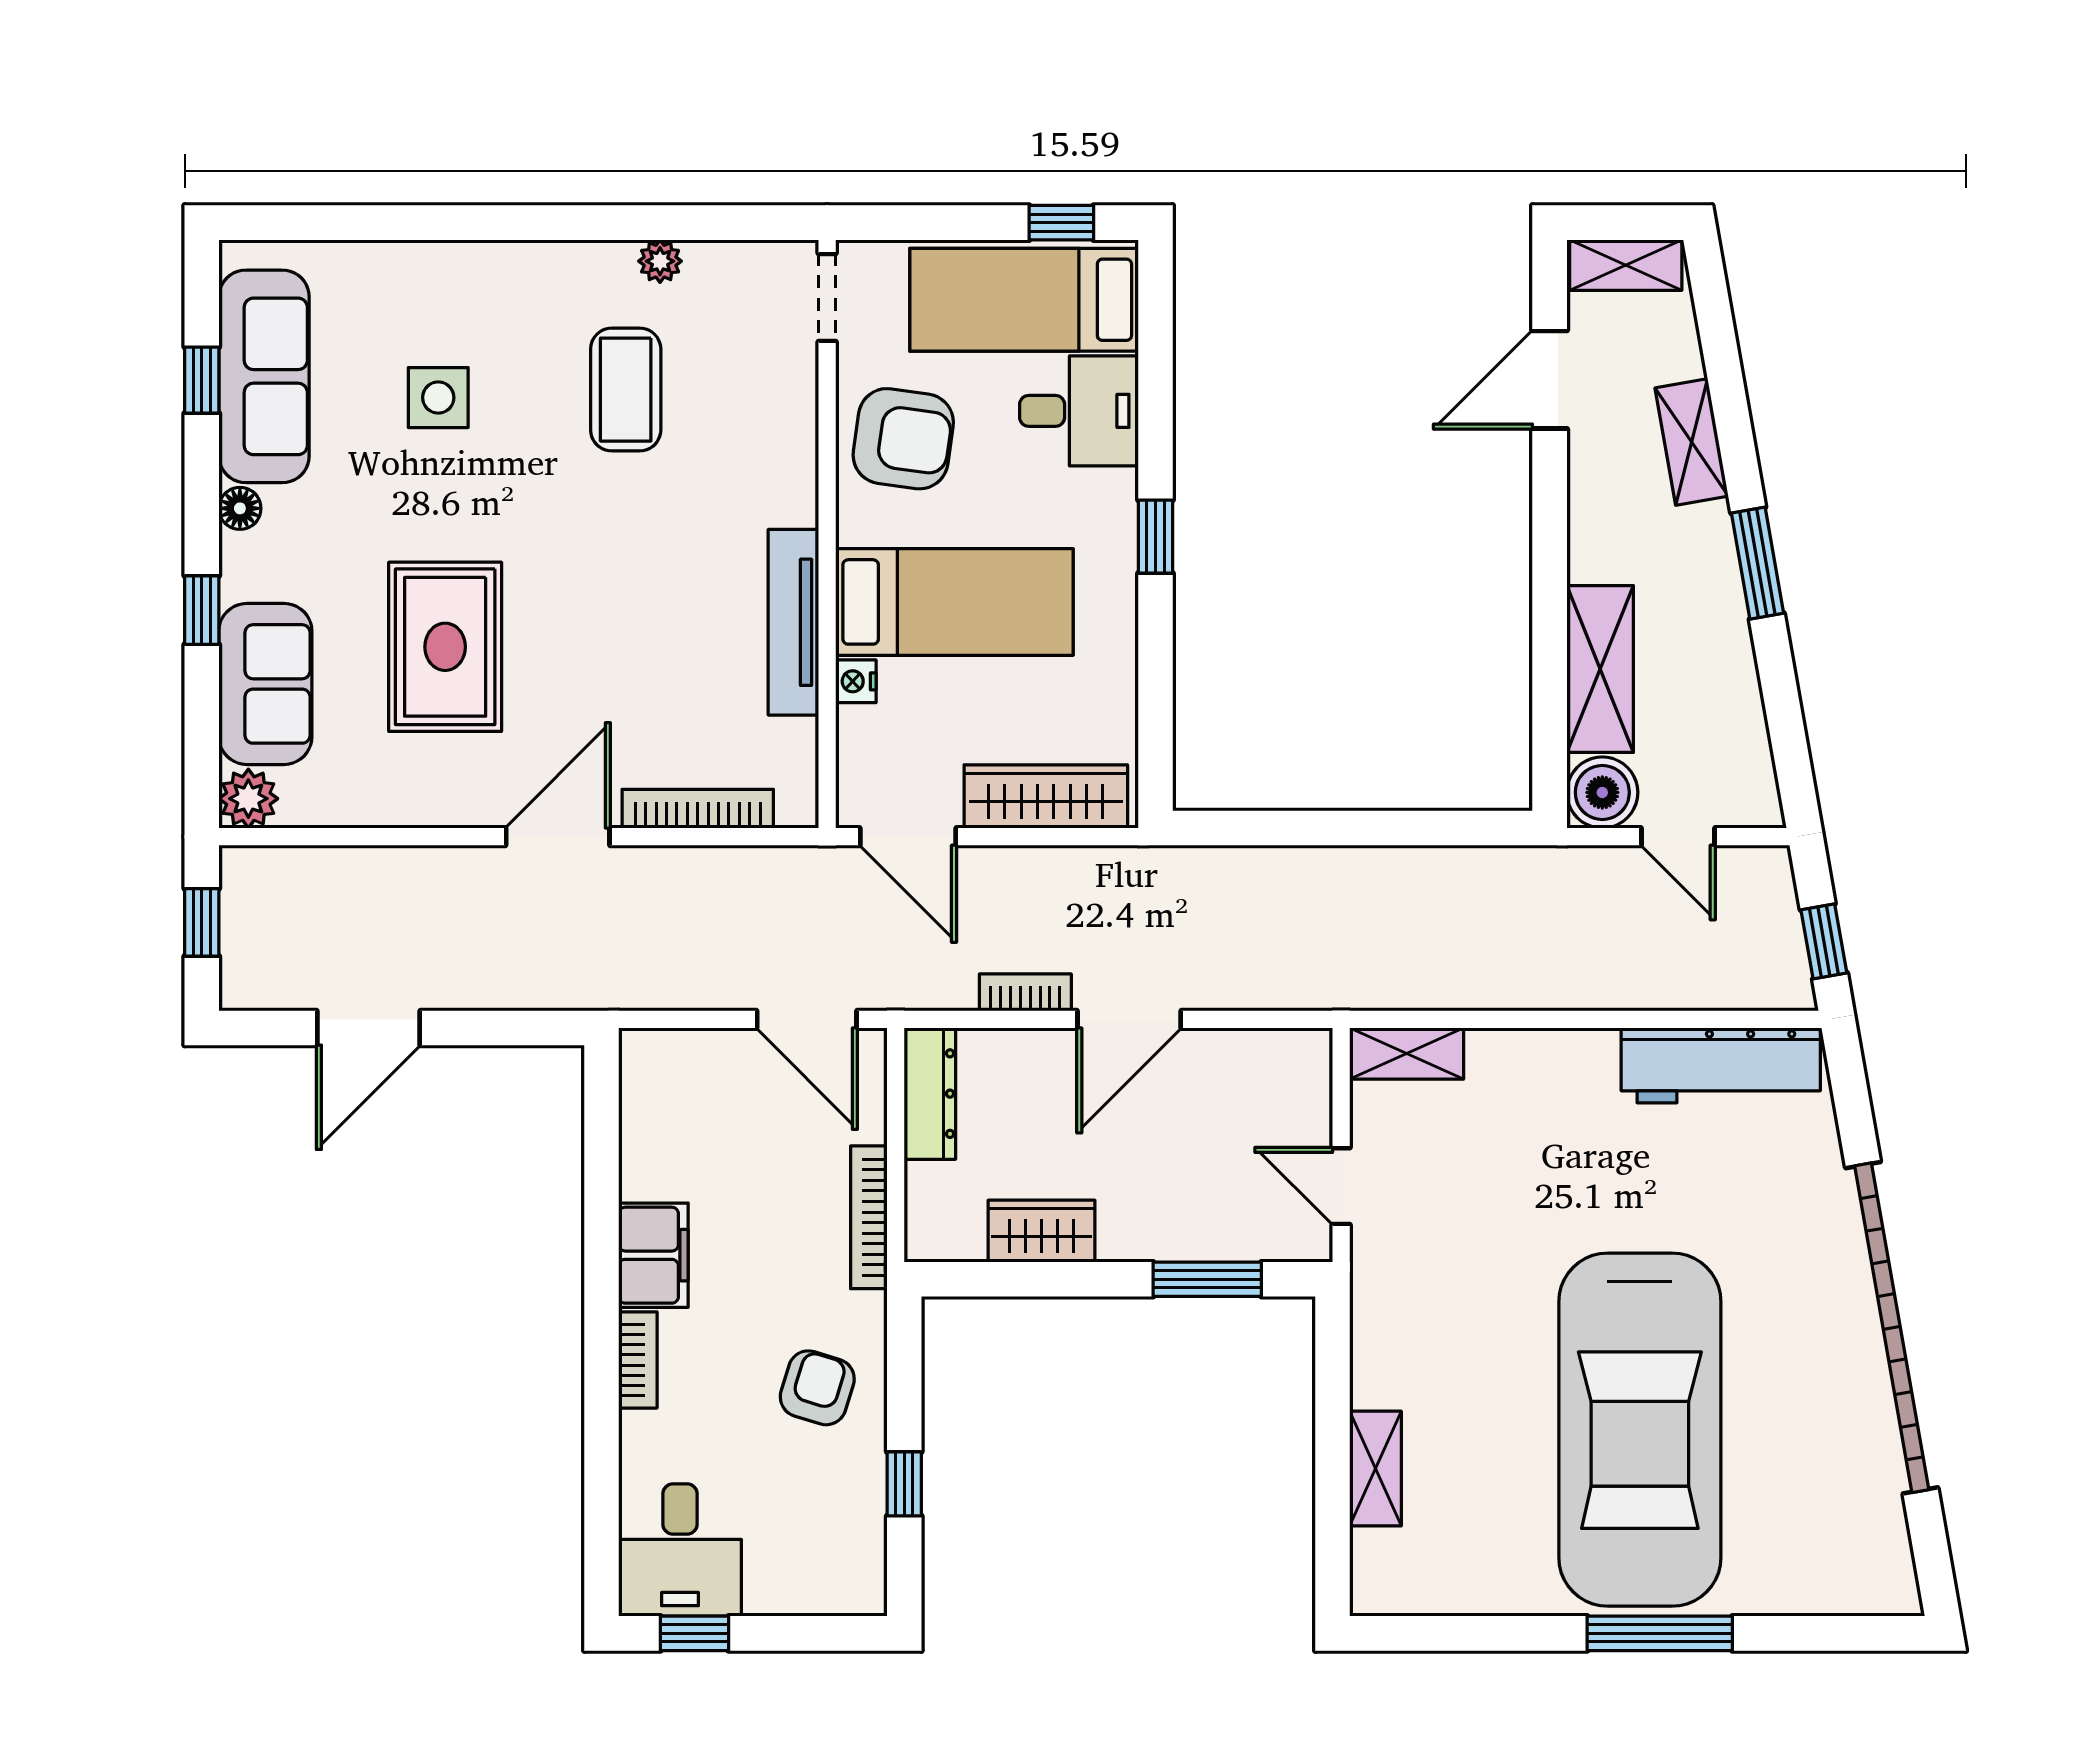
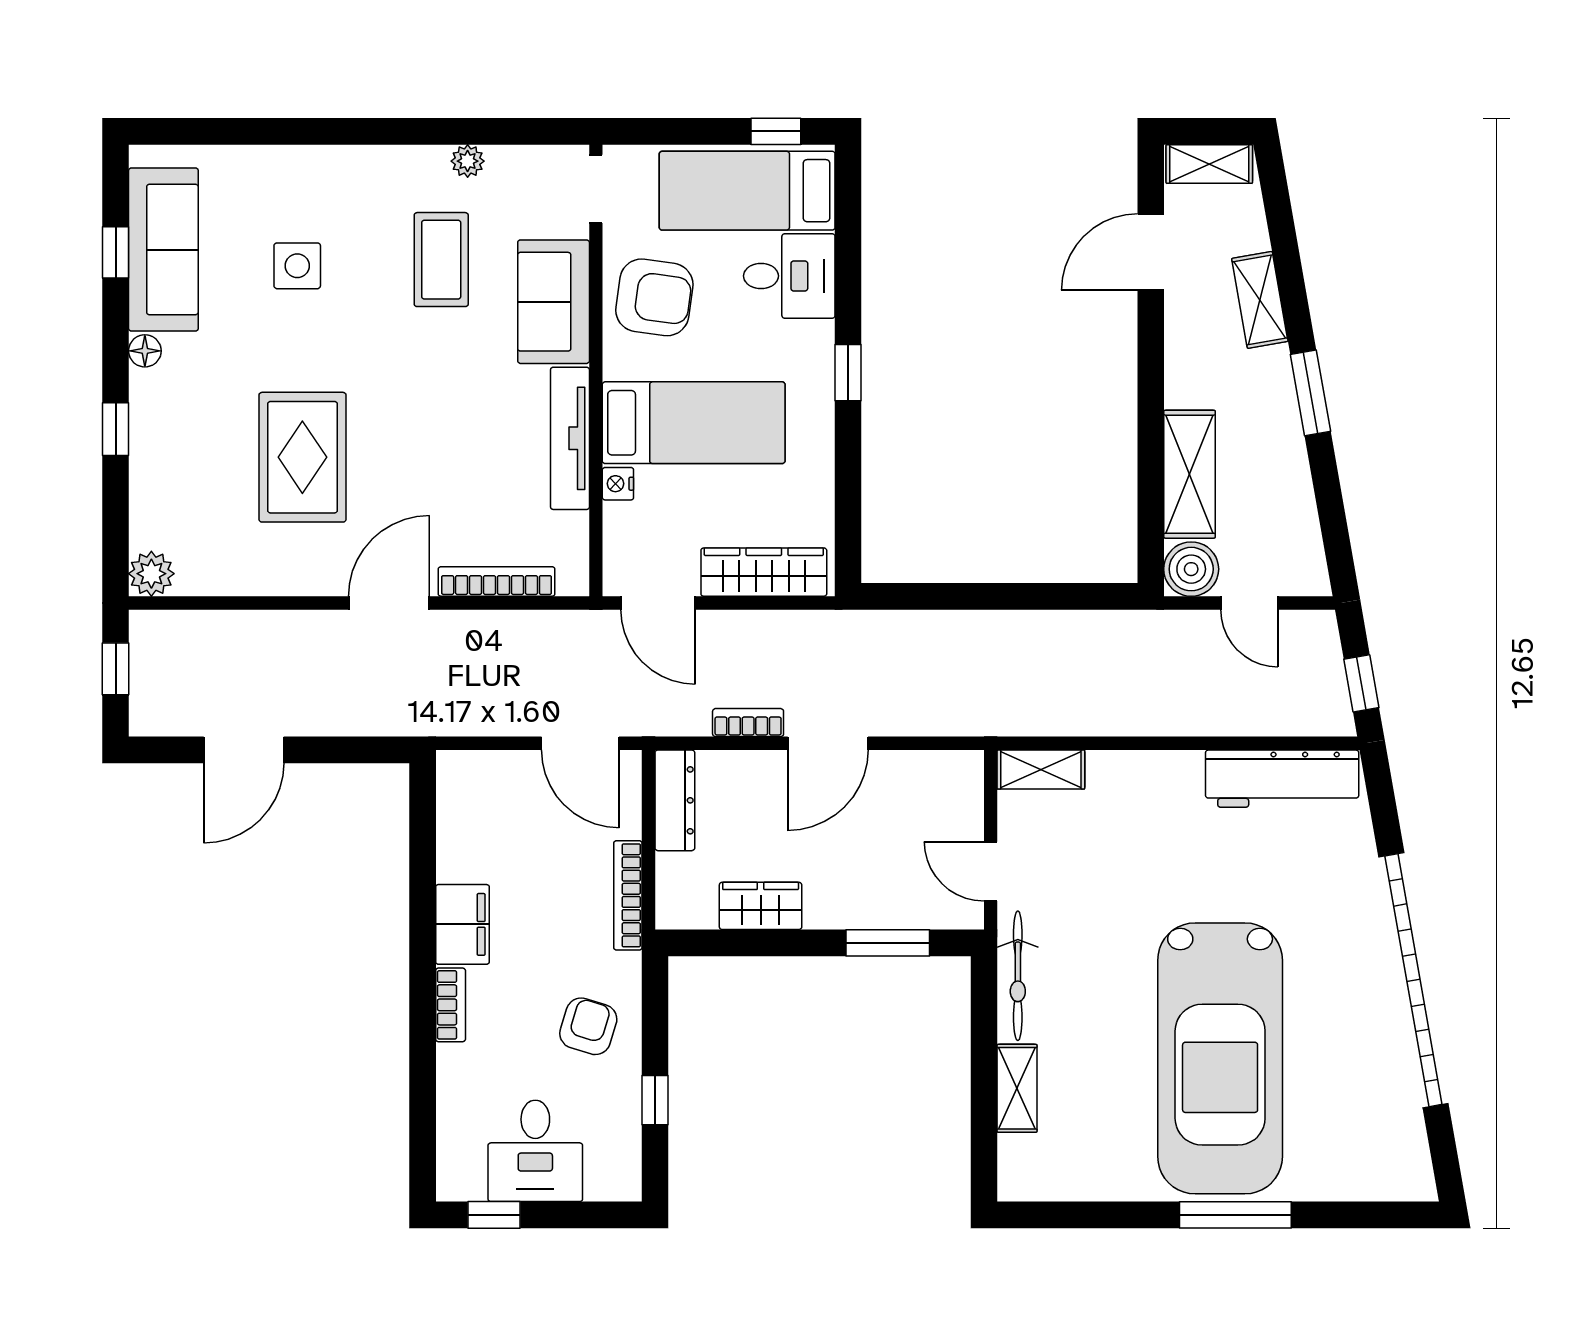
sofa: (265, 684) -> (554, 302), moved, turned 180
bicycle: (1377, 1322) -> (1018, 976), added
desk: (680, 1550) -> (535, 1151), moved

